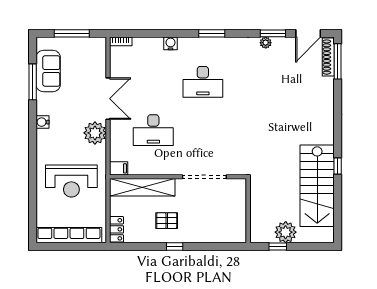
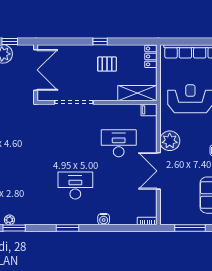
plant: (266, 43) -> (9, 220), moved
shelving: (142, 187) -> (137, 93), width x0.68
double door: (248, 214) -> (36, 70), added

